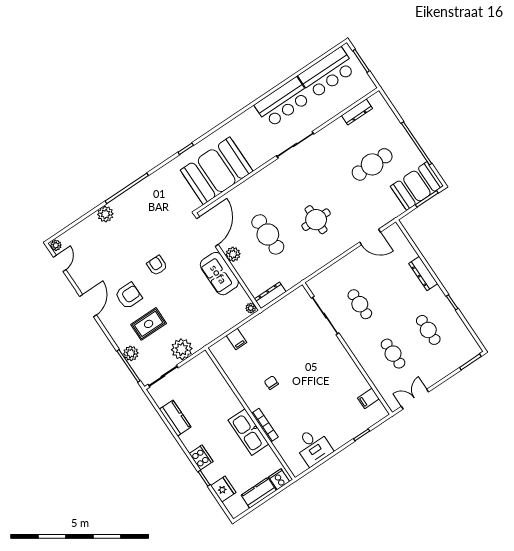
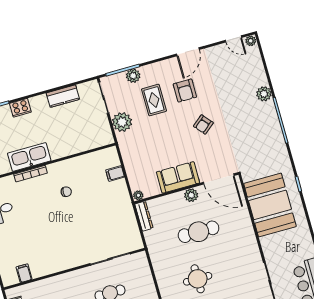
armchair: (157, 265) -> (203, 124), turned 140
door: (88, 306) -> (188, 52), hinge flipped

